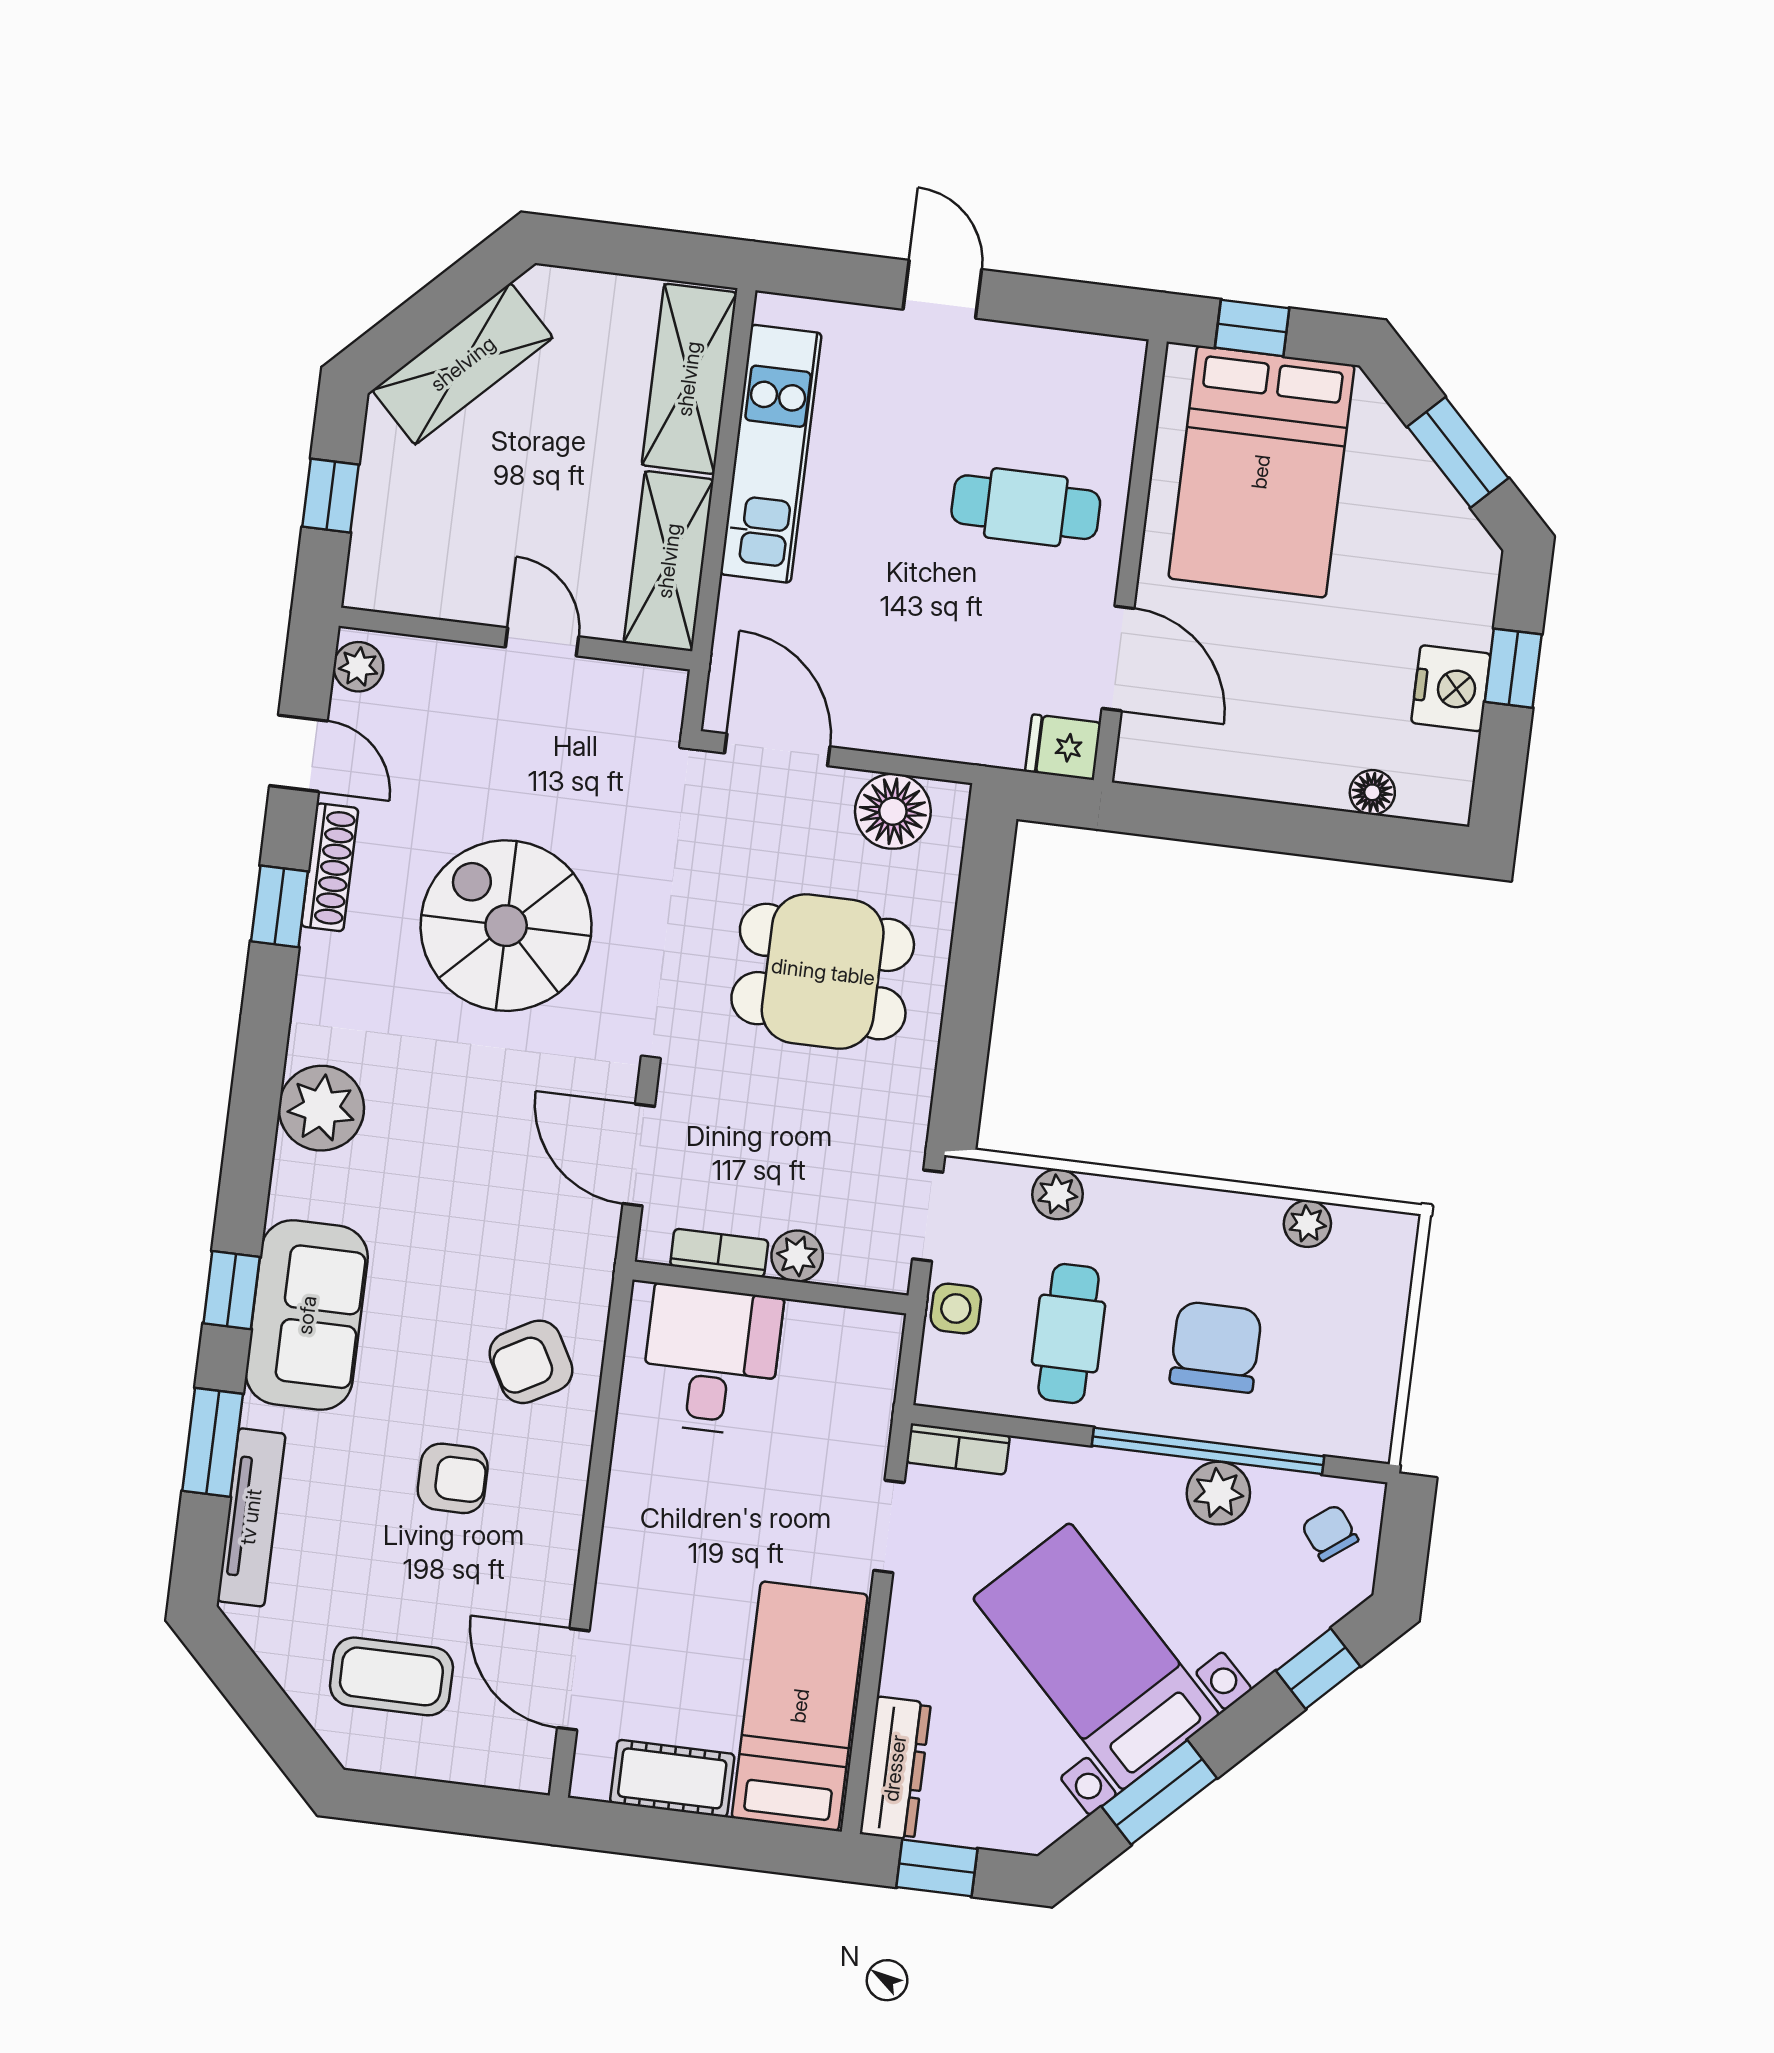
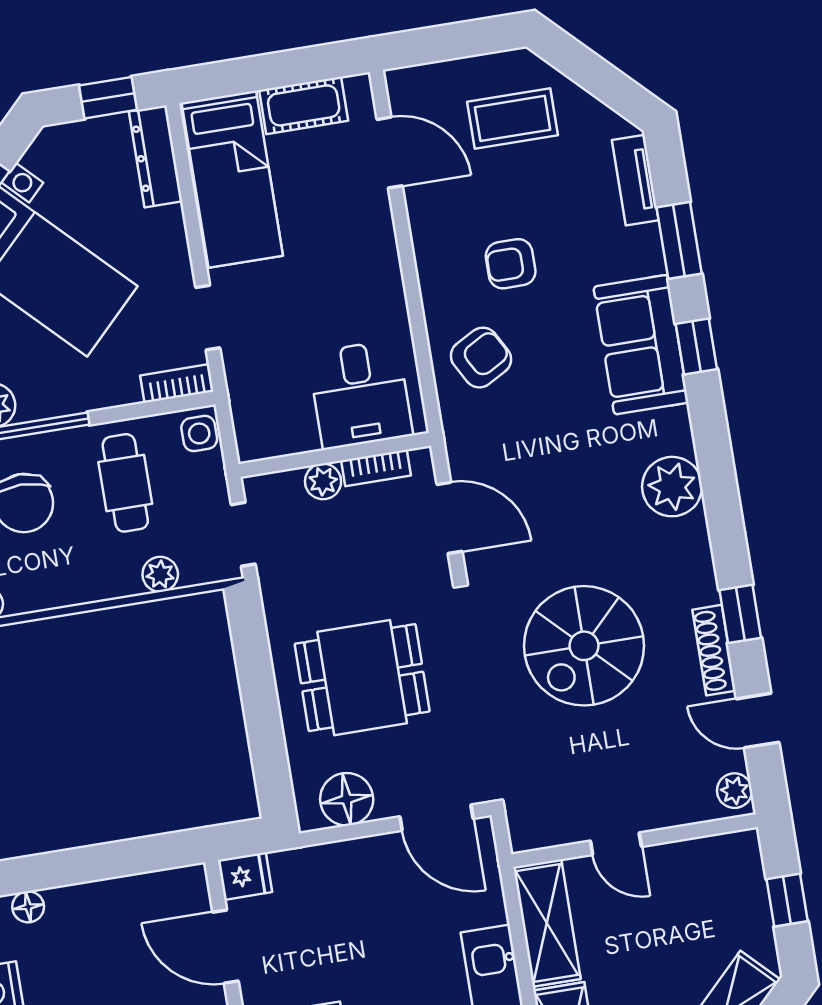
spiral stairs: (506, 926) -> (584, 646), turned 90
side table: (956, 1308) -> (199, 433), moved
tv unit: (251, 1517) -> (635, 180), width x0.71

